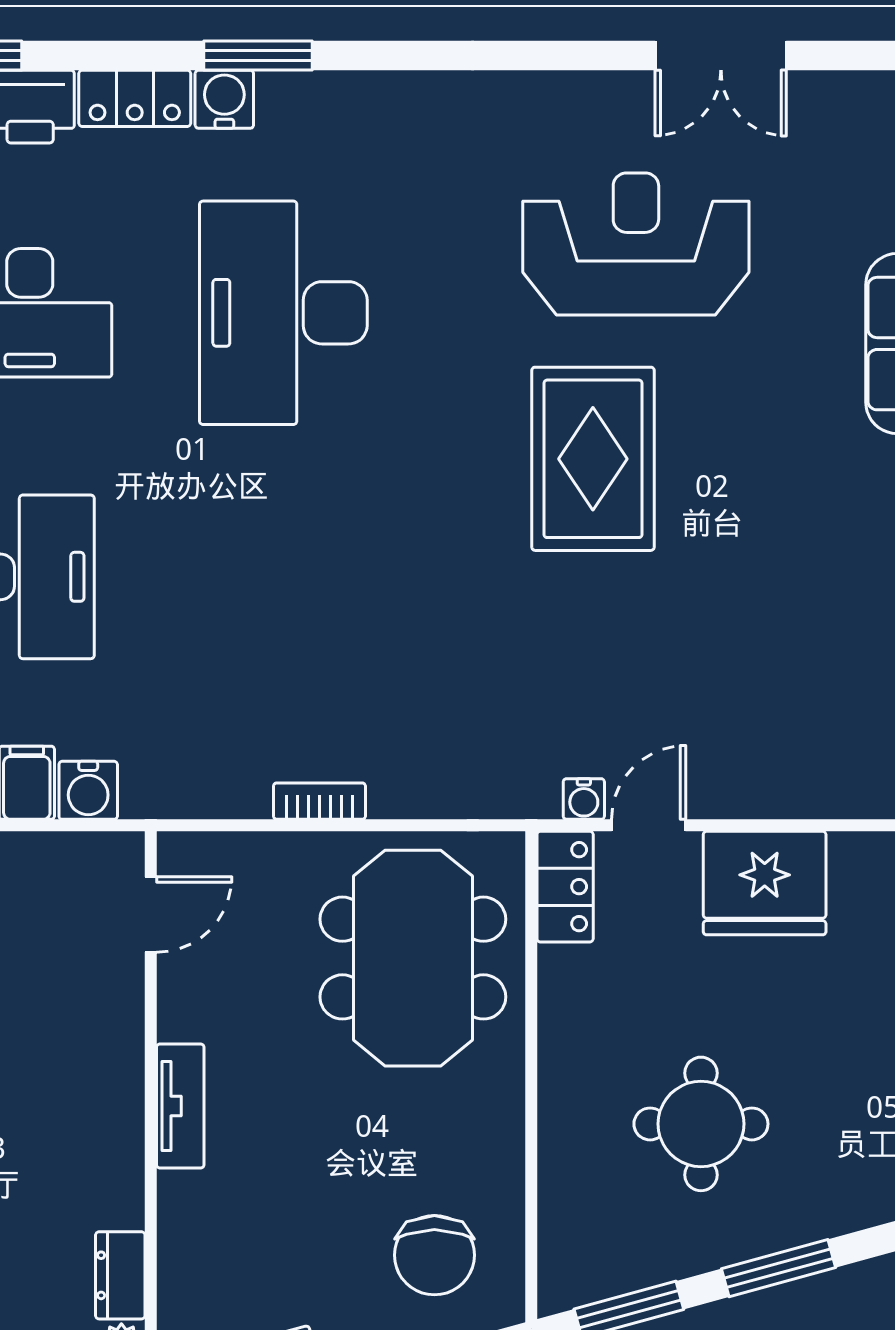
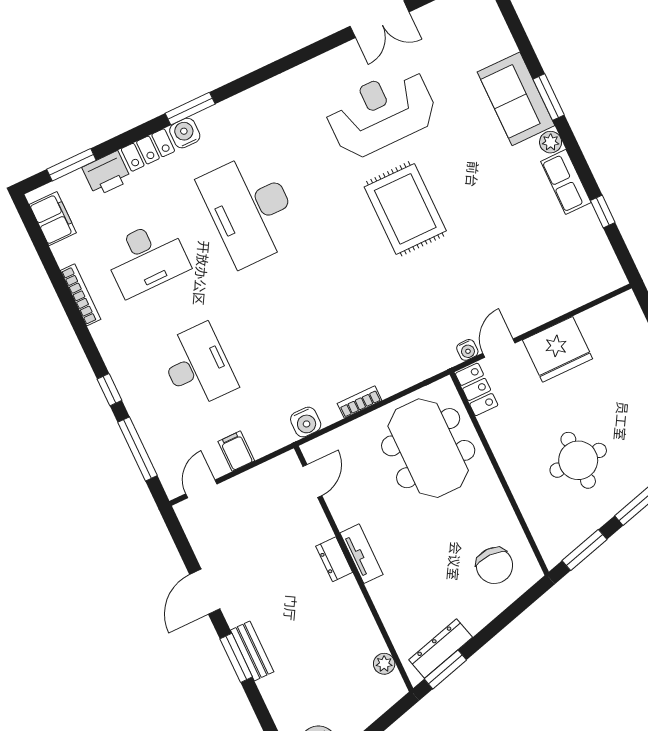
water cooler: (88, 790) -> (306, 422), moved
dresser: (120, 1275) -> (334, 559), moved

